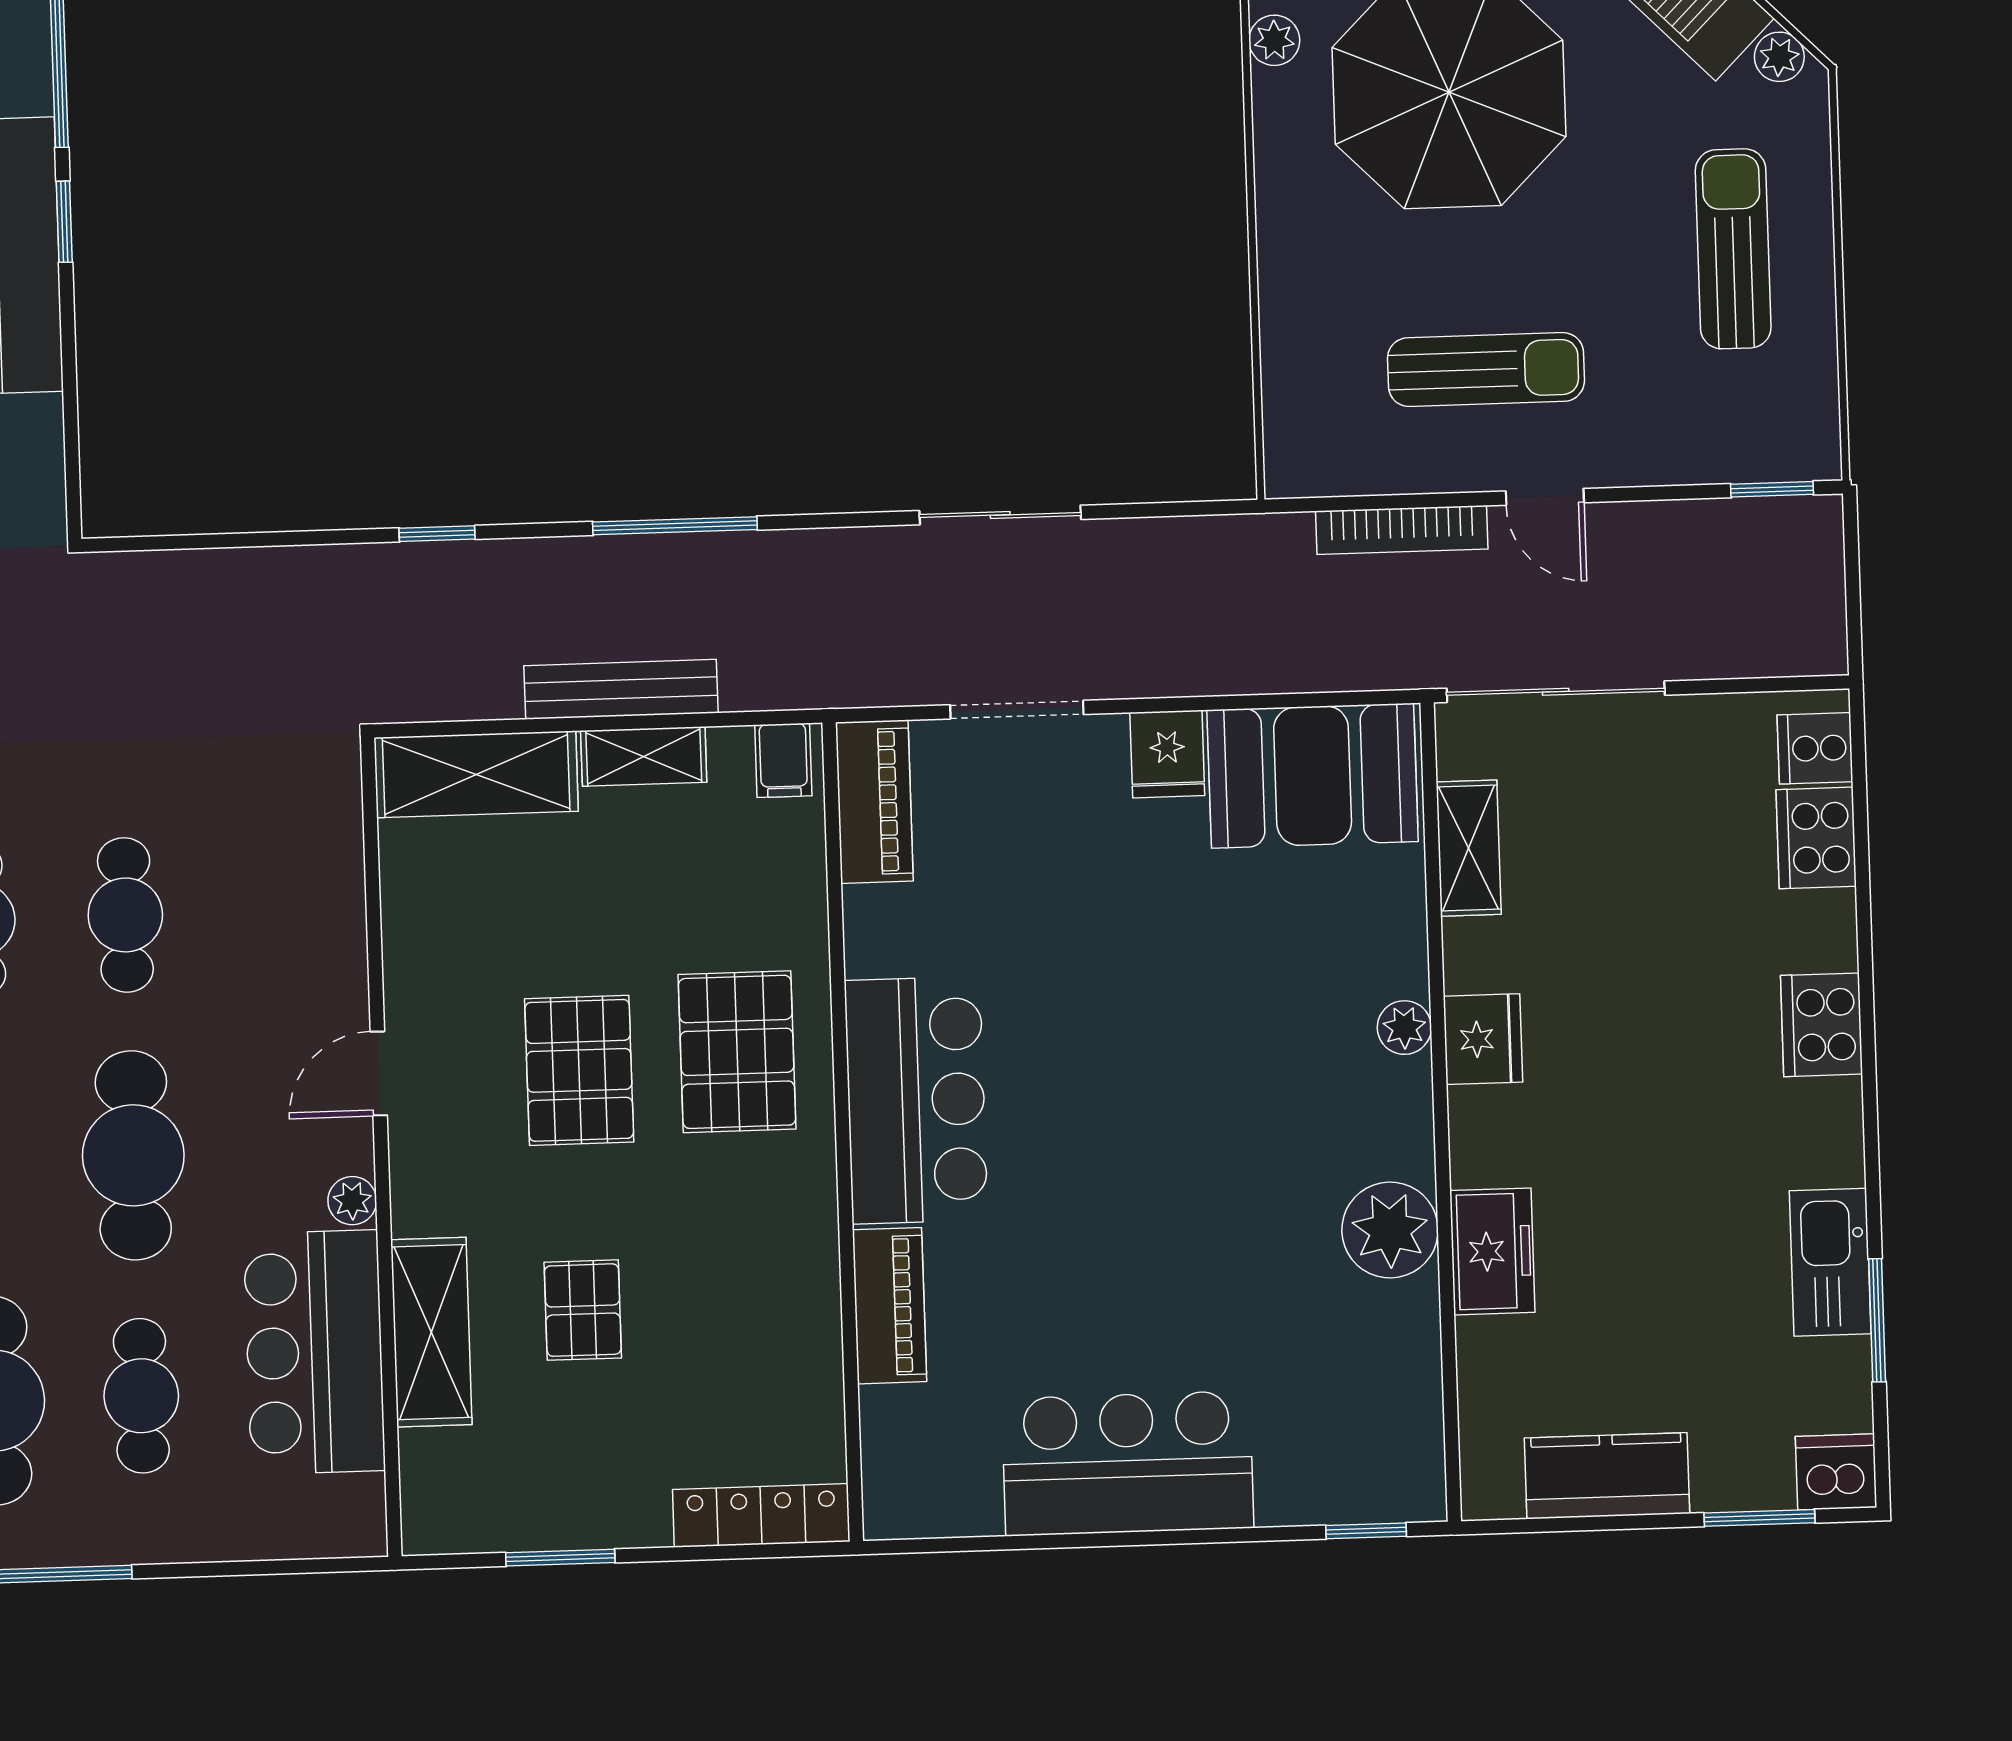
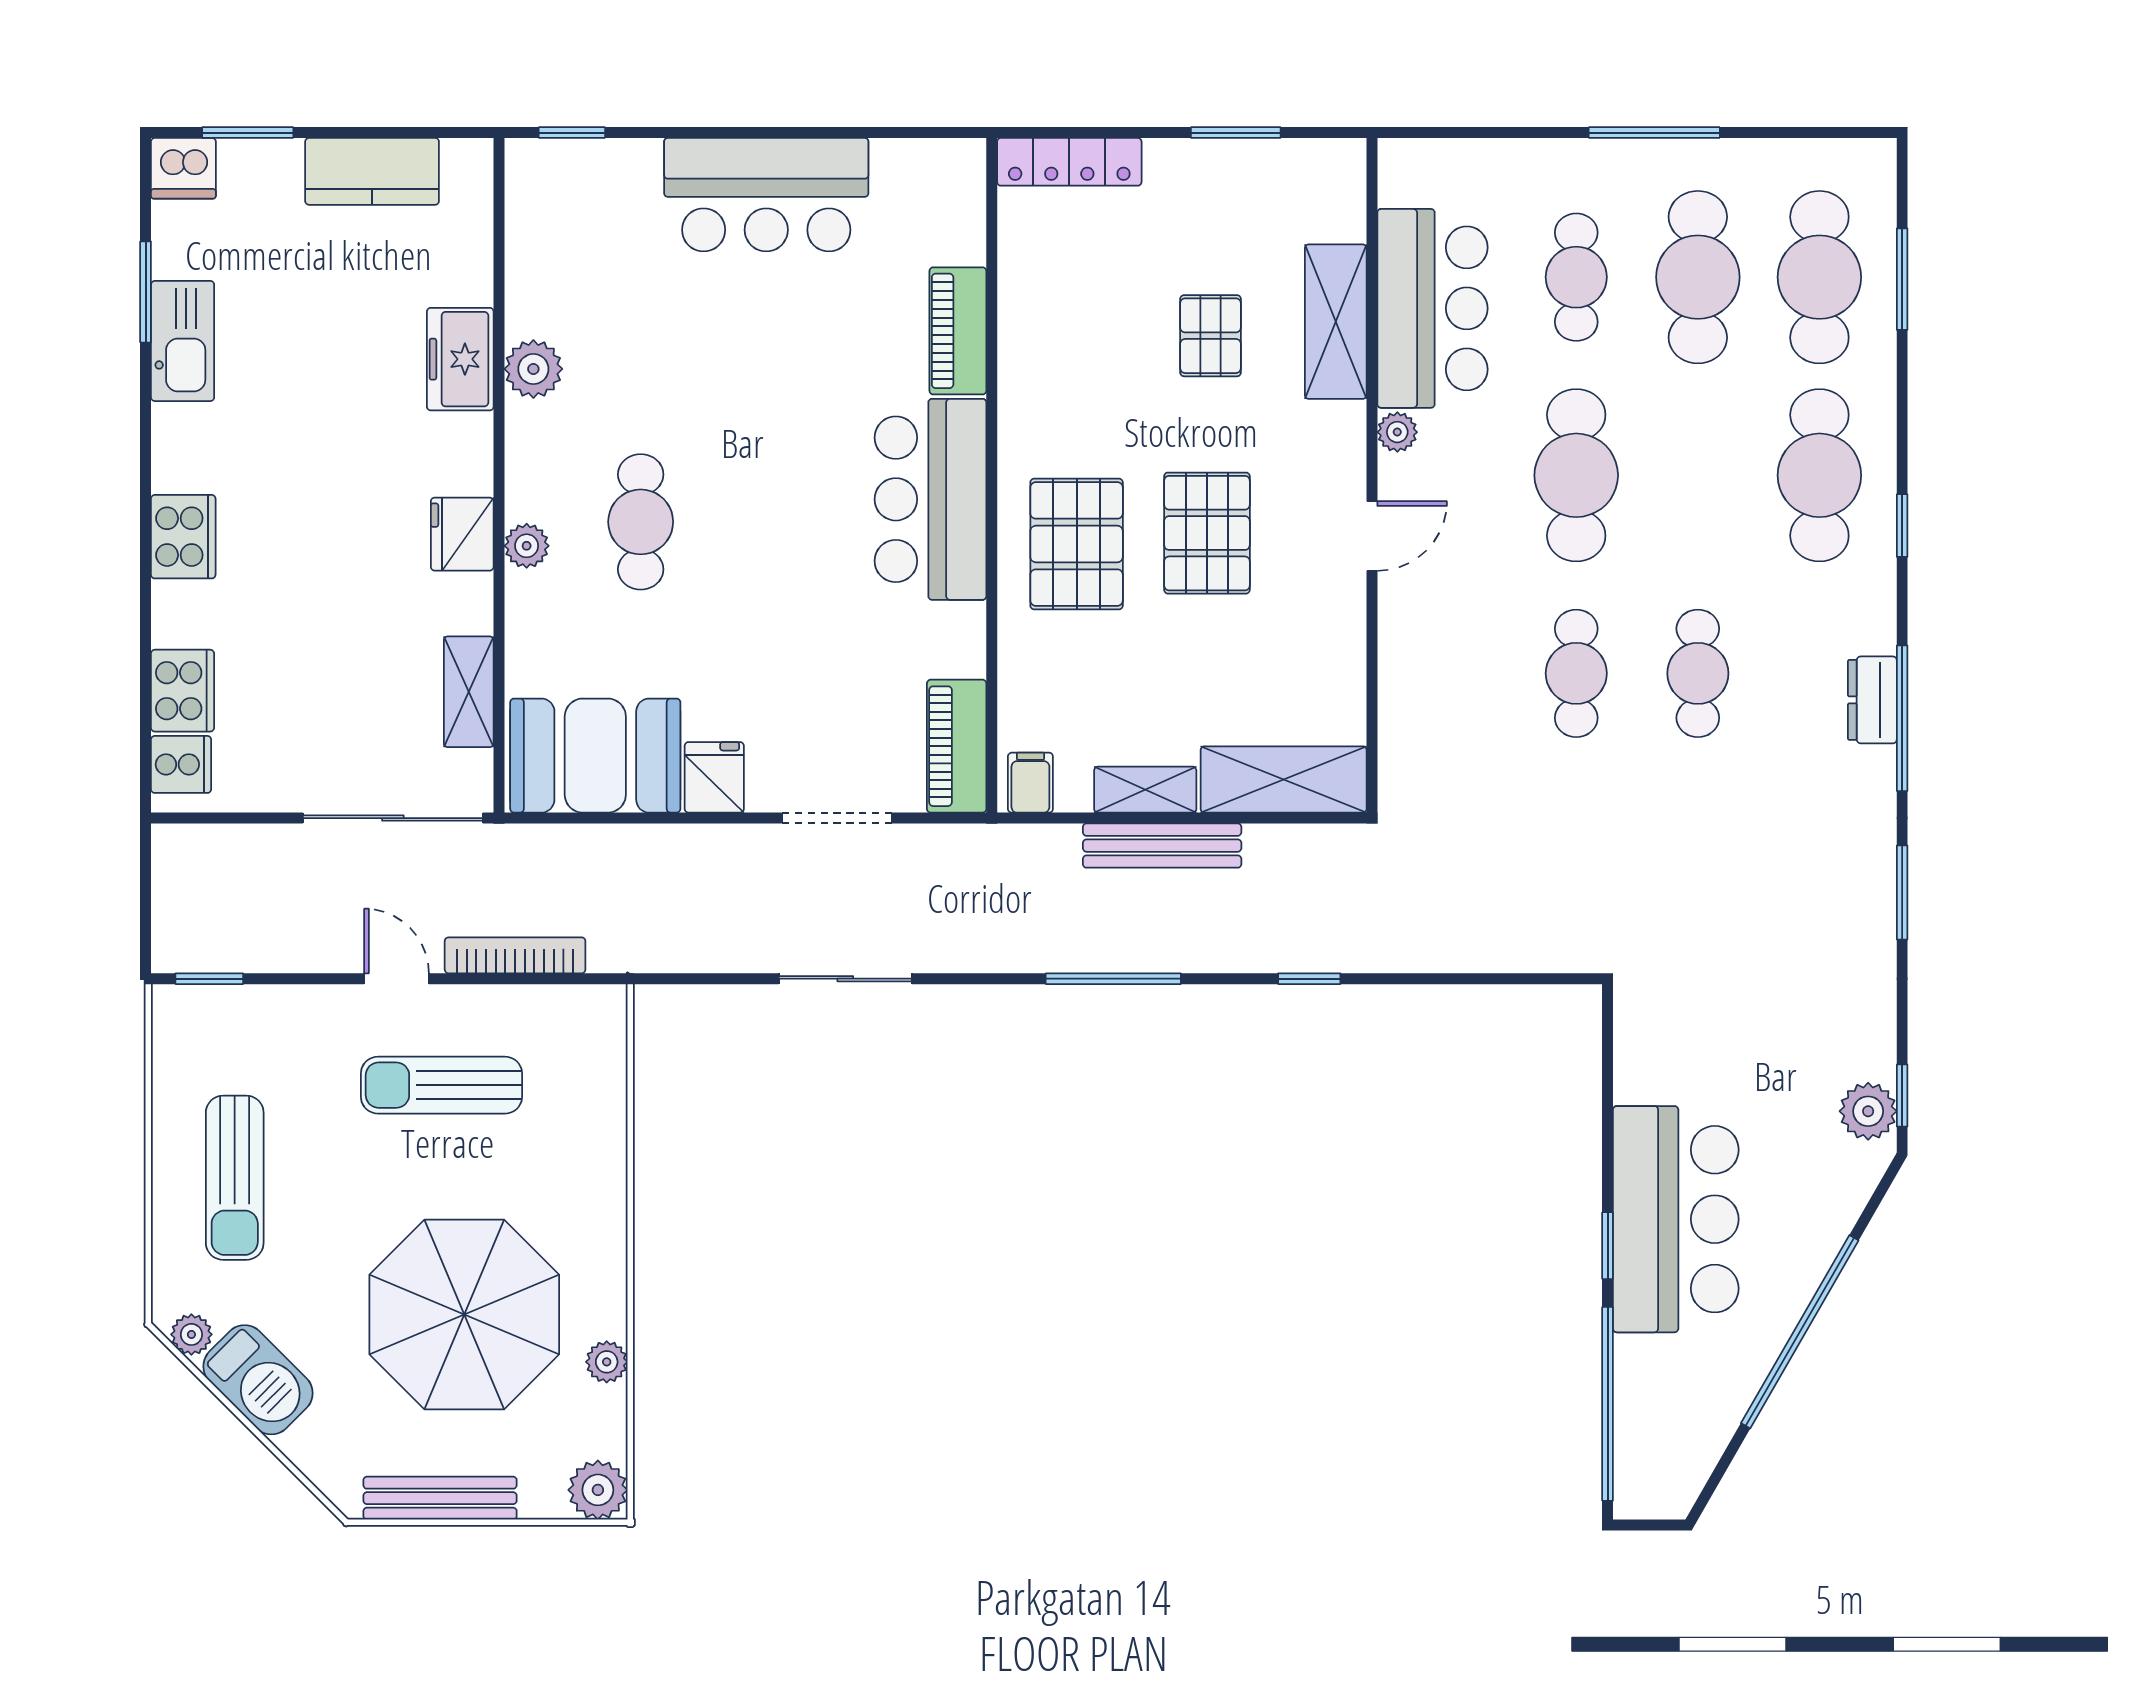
cafe table: (1267, 1061) -> (641, 522), added
plant: (1390, 1230) -> (533, 369), width x0.73, depth x0.73

